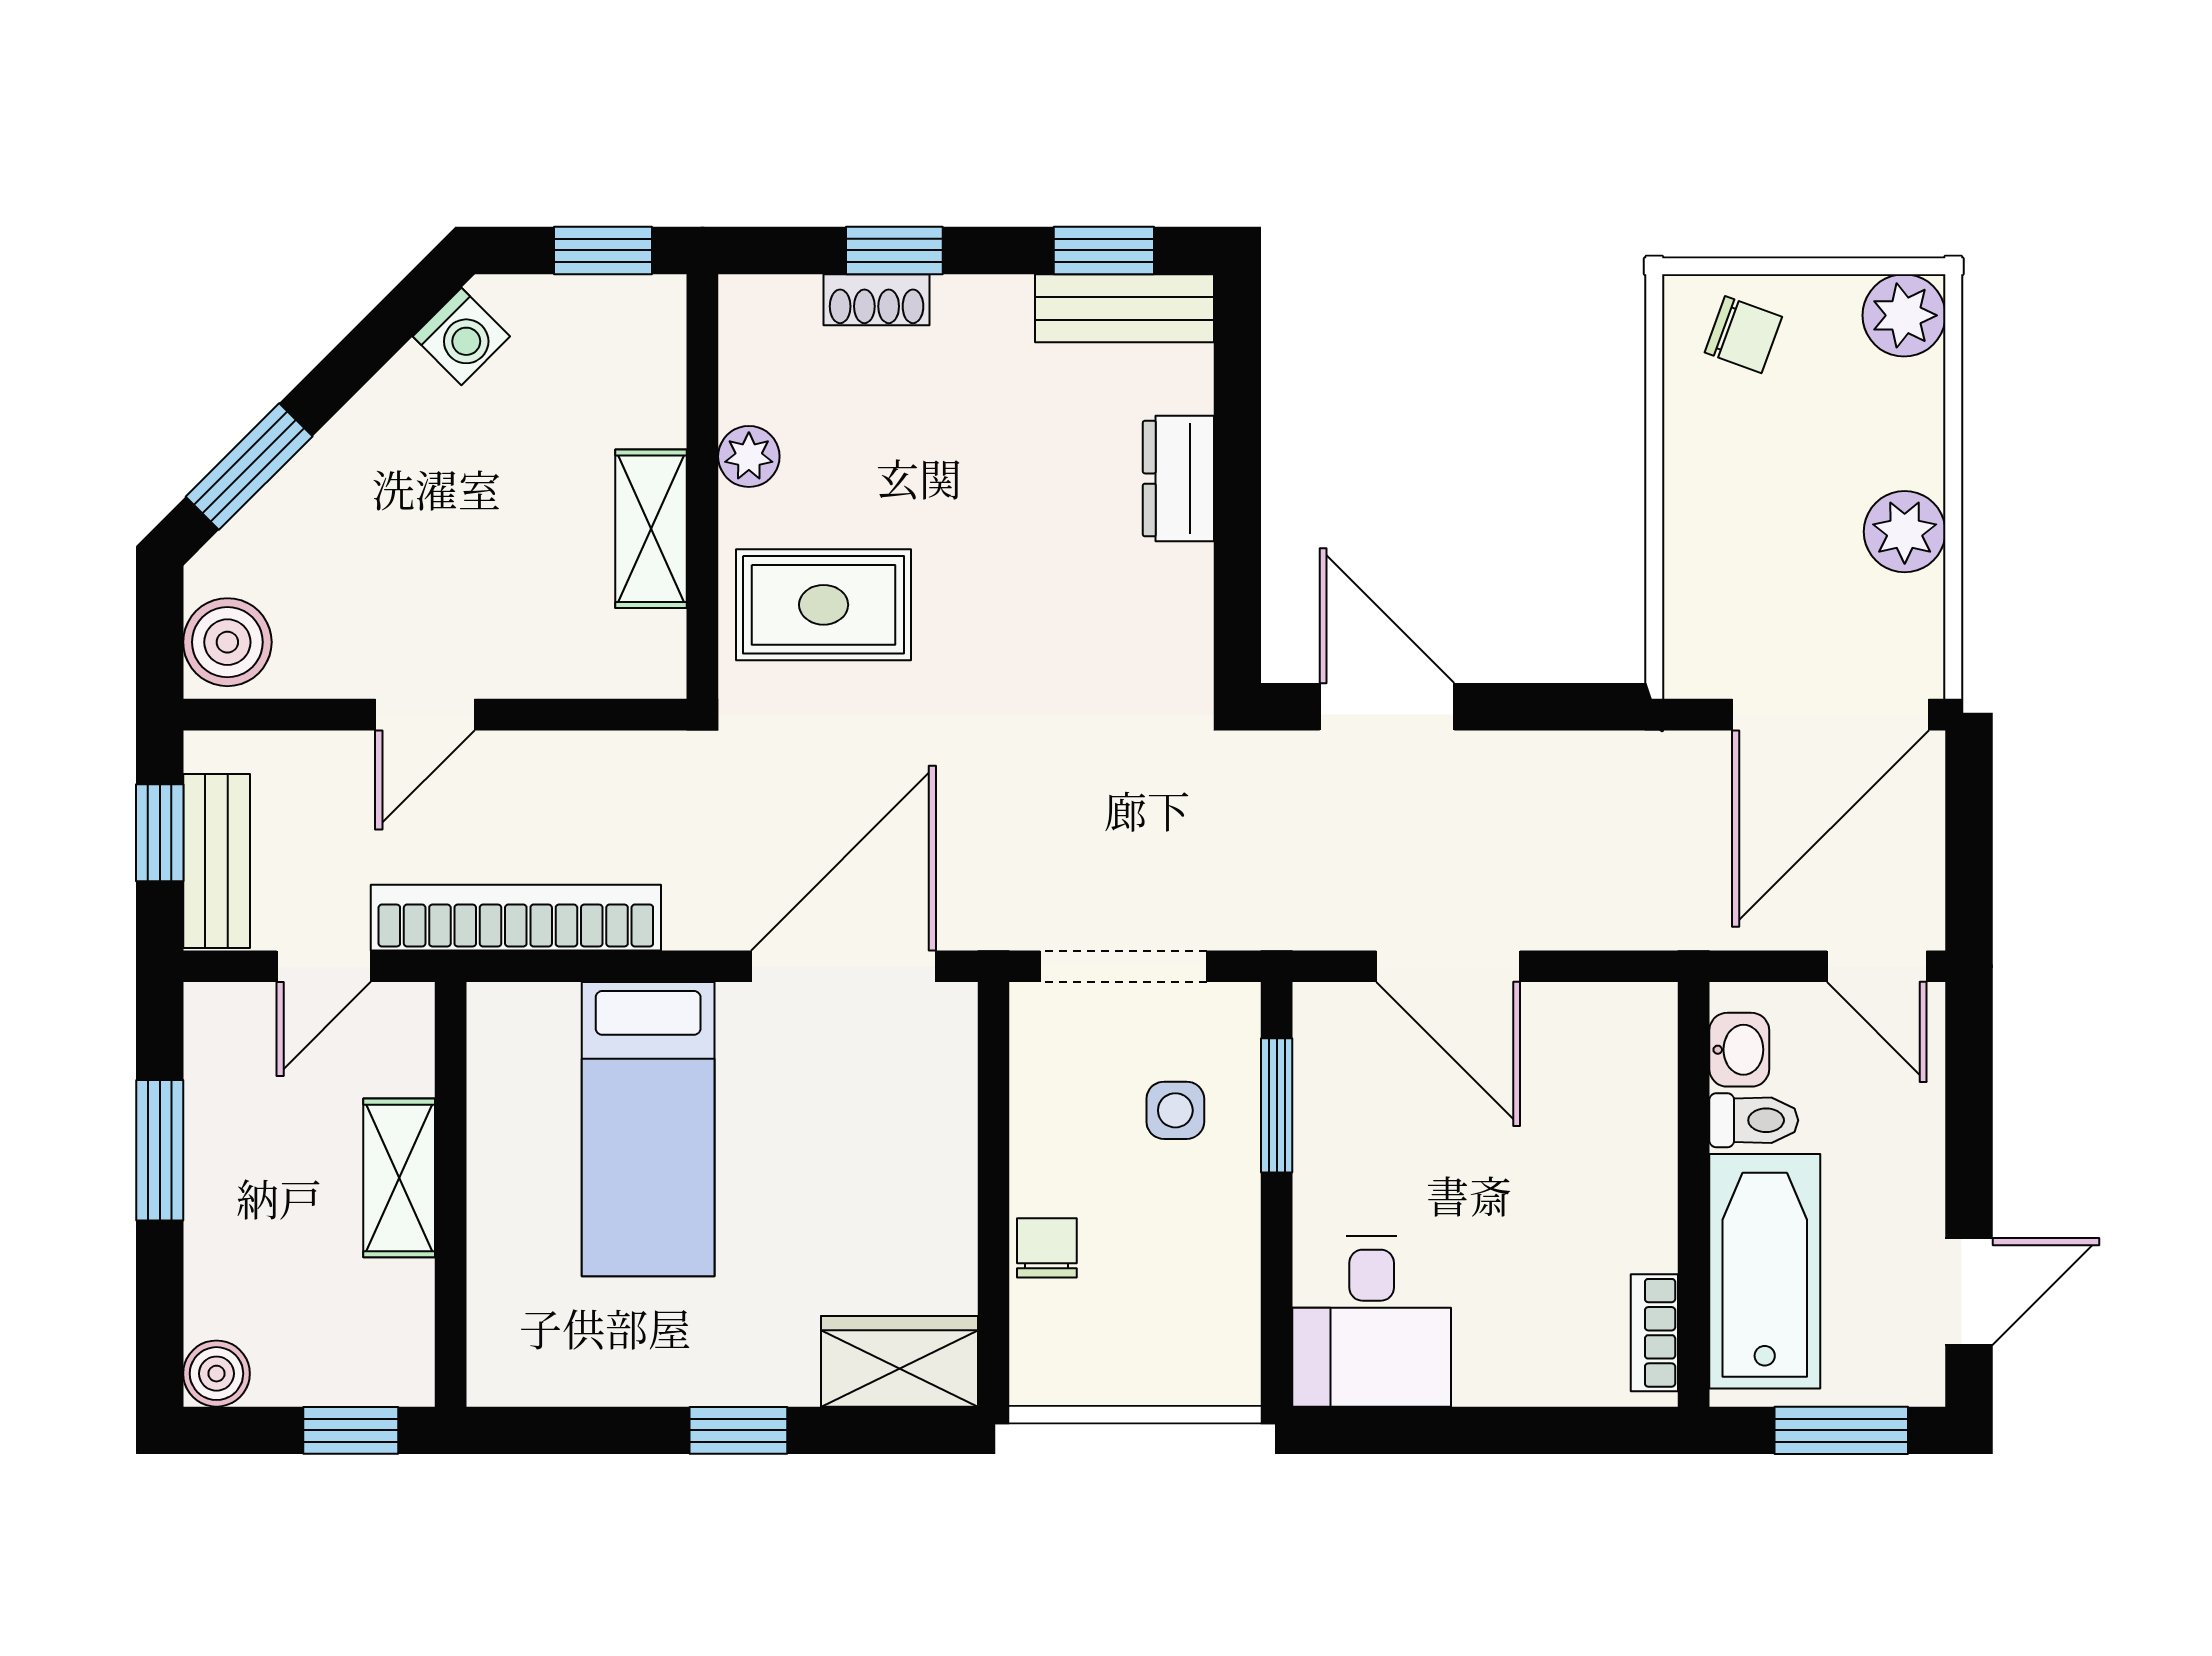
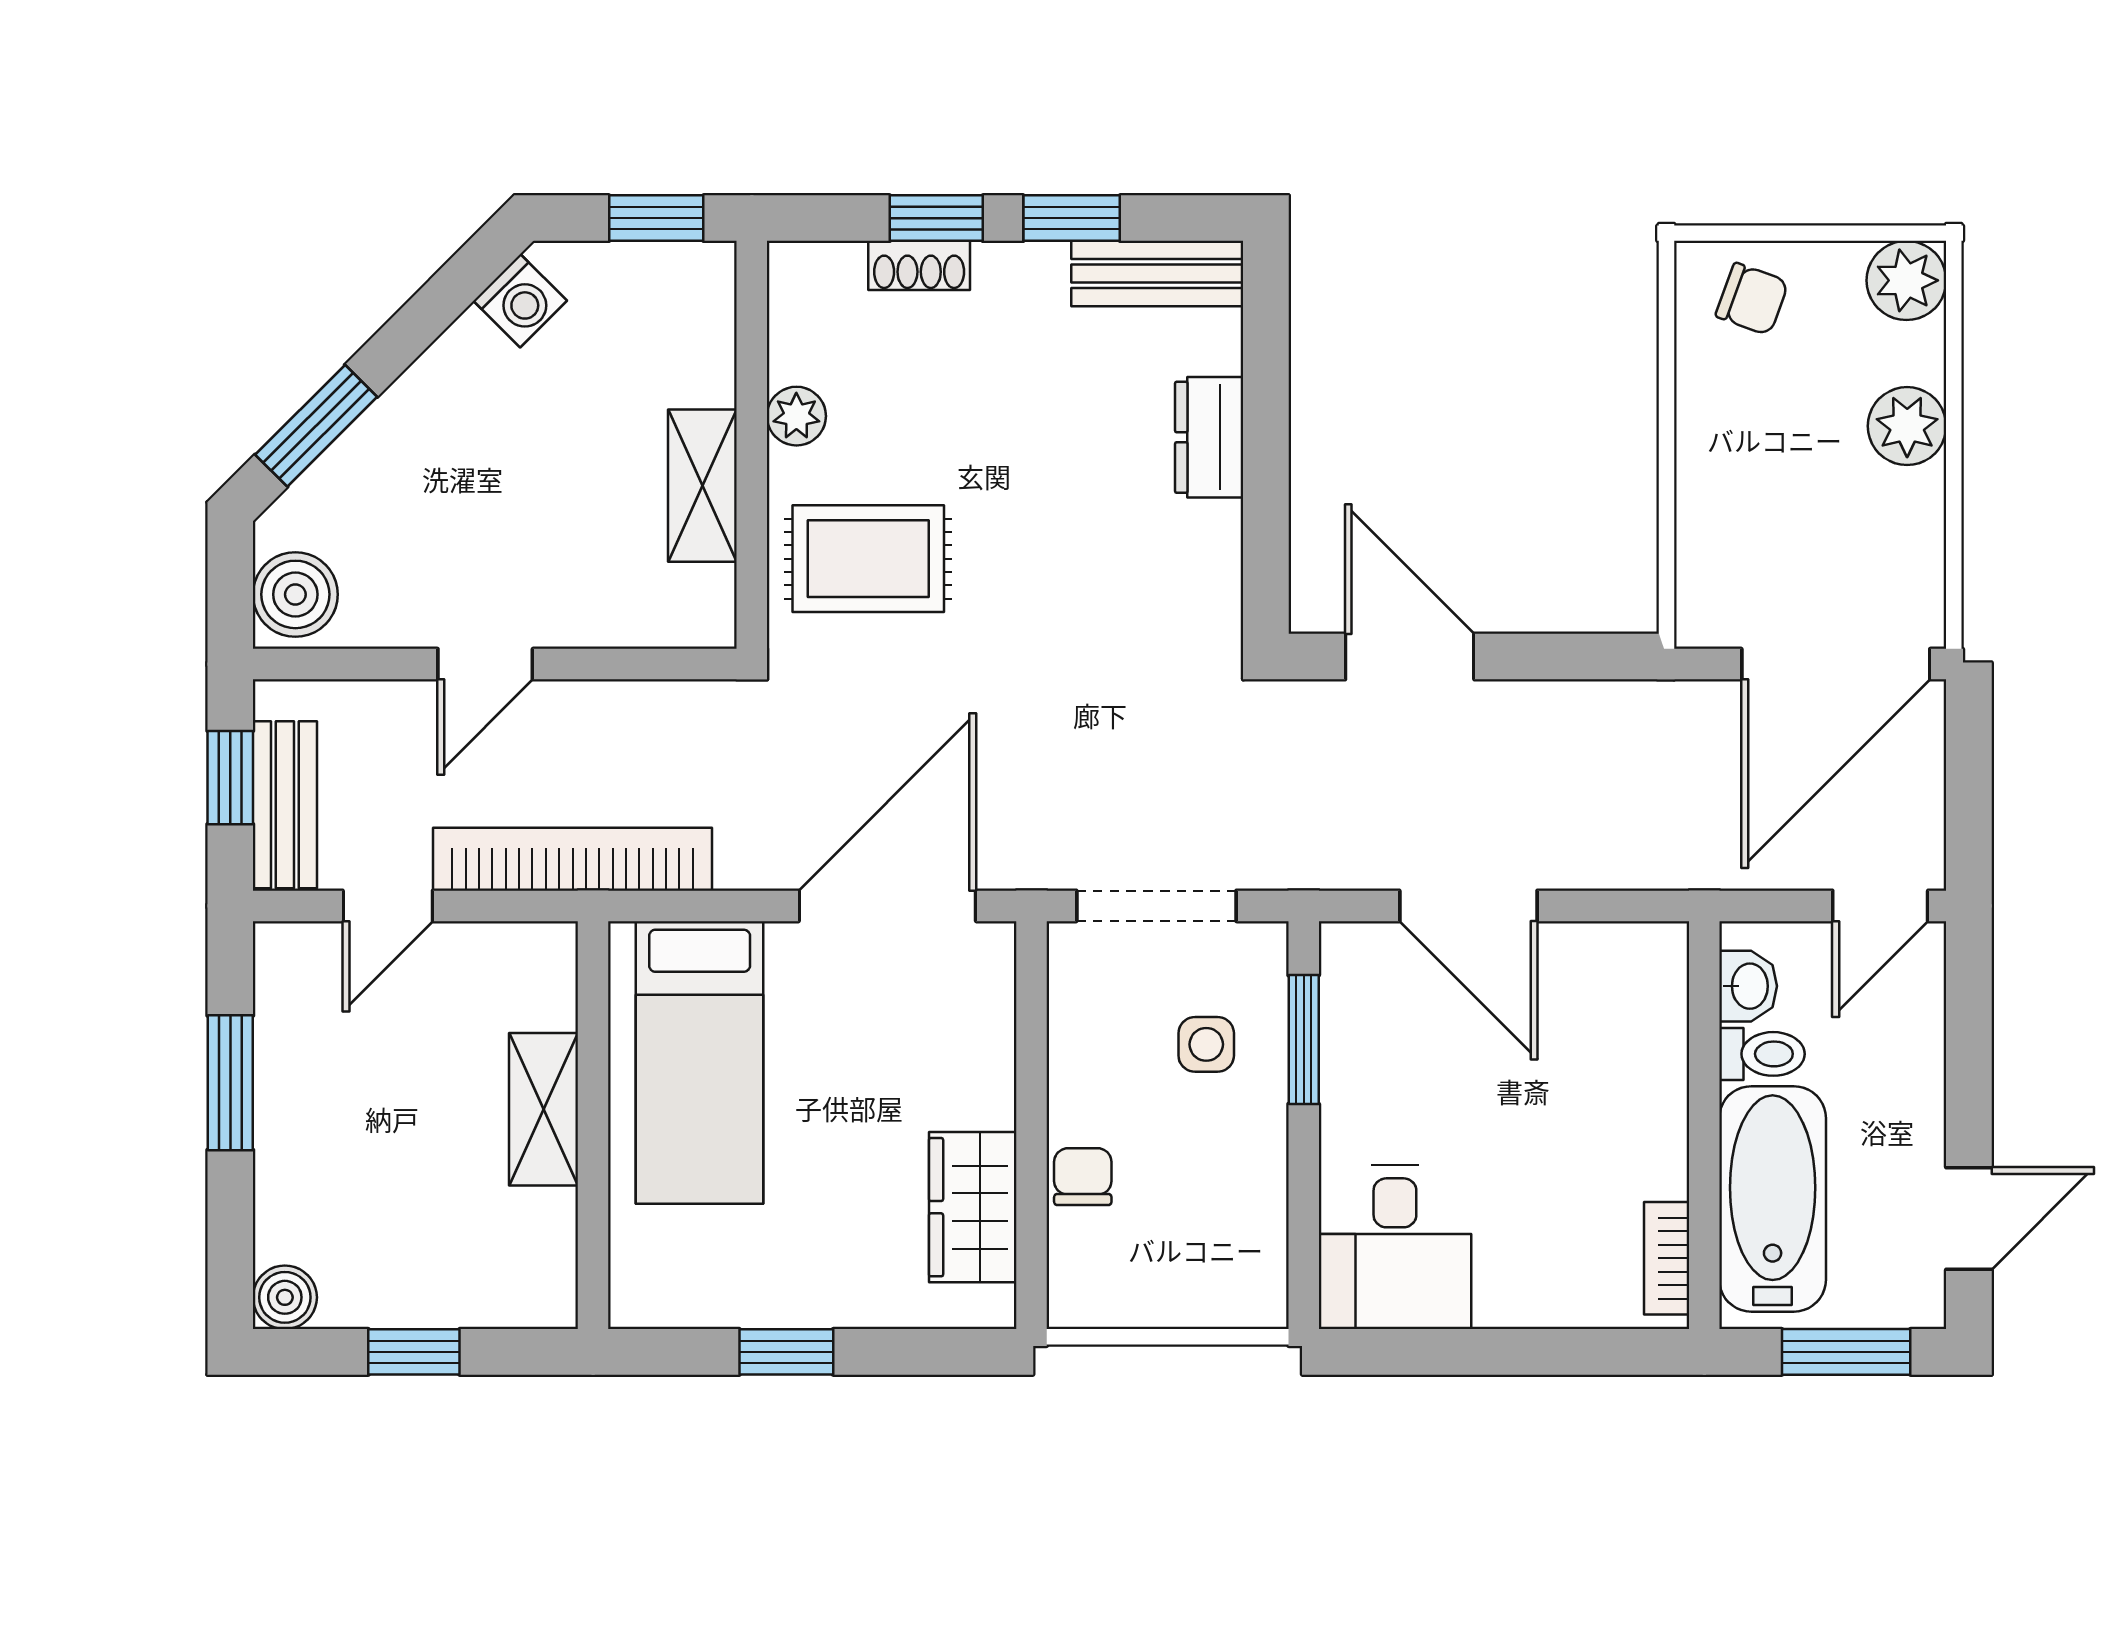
window: (1104, 250) -> (1072, 218), moved
plant: (1905, 532) -> (1907, 426), moved
door: (1877, 966) -> (1880, 906), hinge flipped
shelving: (399, 1178) -> (544, 1109), moved
wall: (451, 1194) -> (593, 1125), moved
wardrobe: (899, 1361) -> (973, 1207), moved, turned -90

